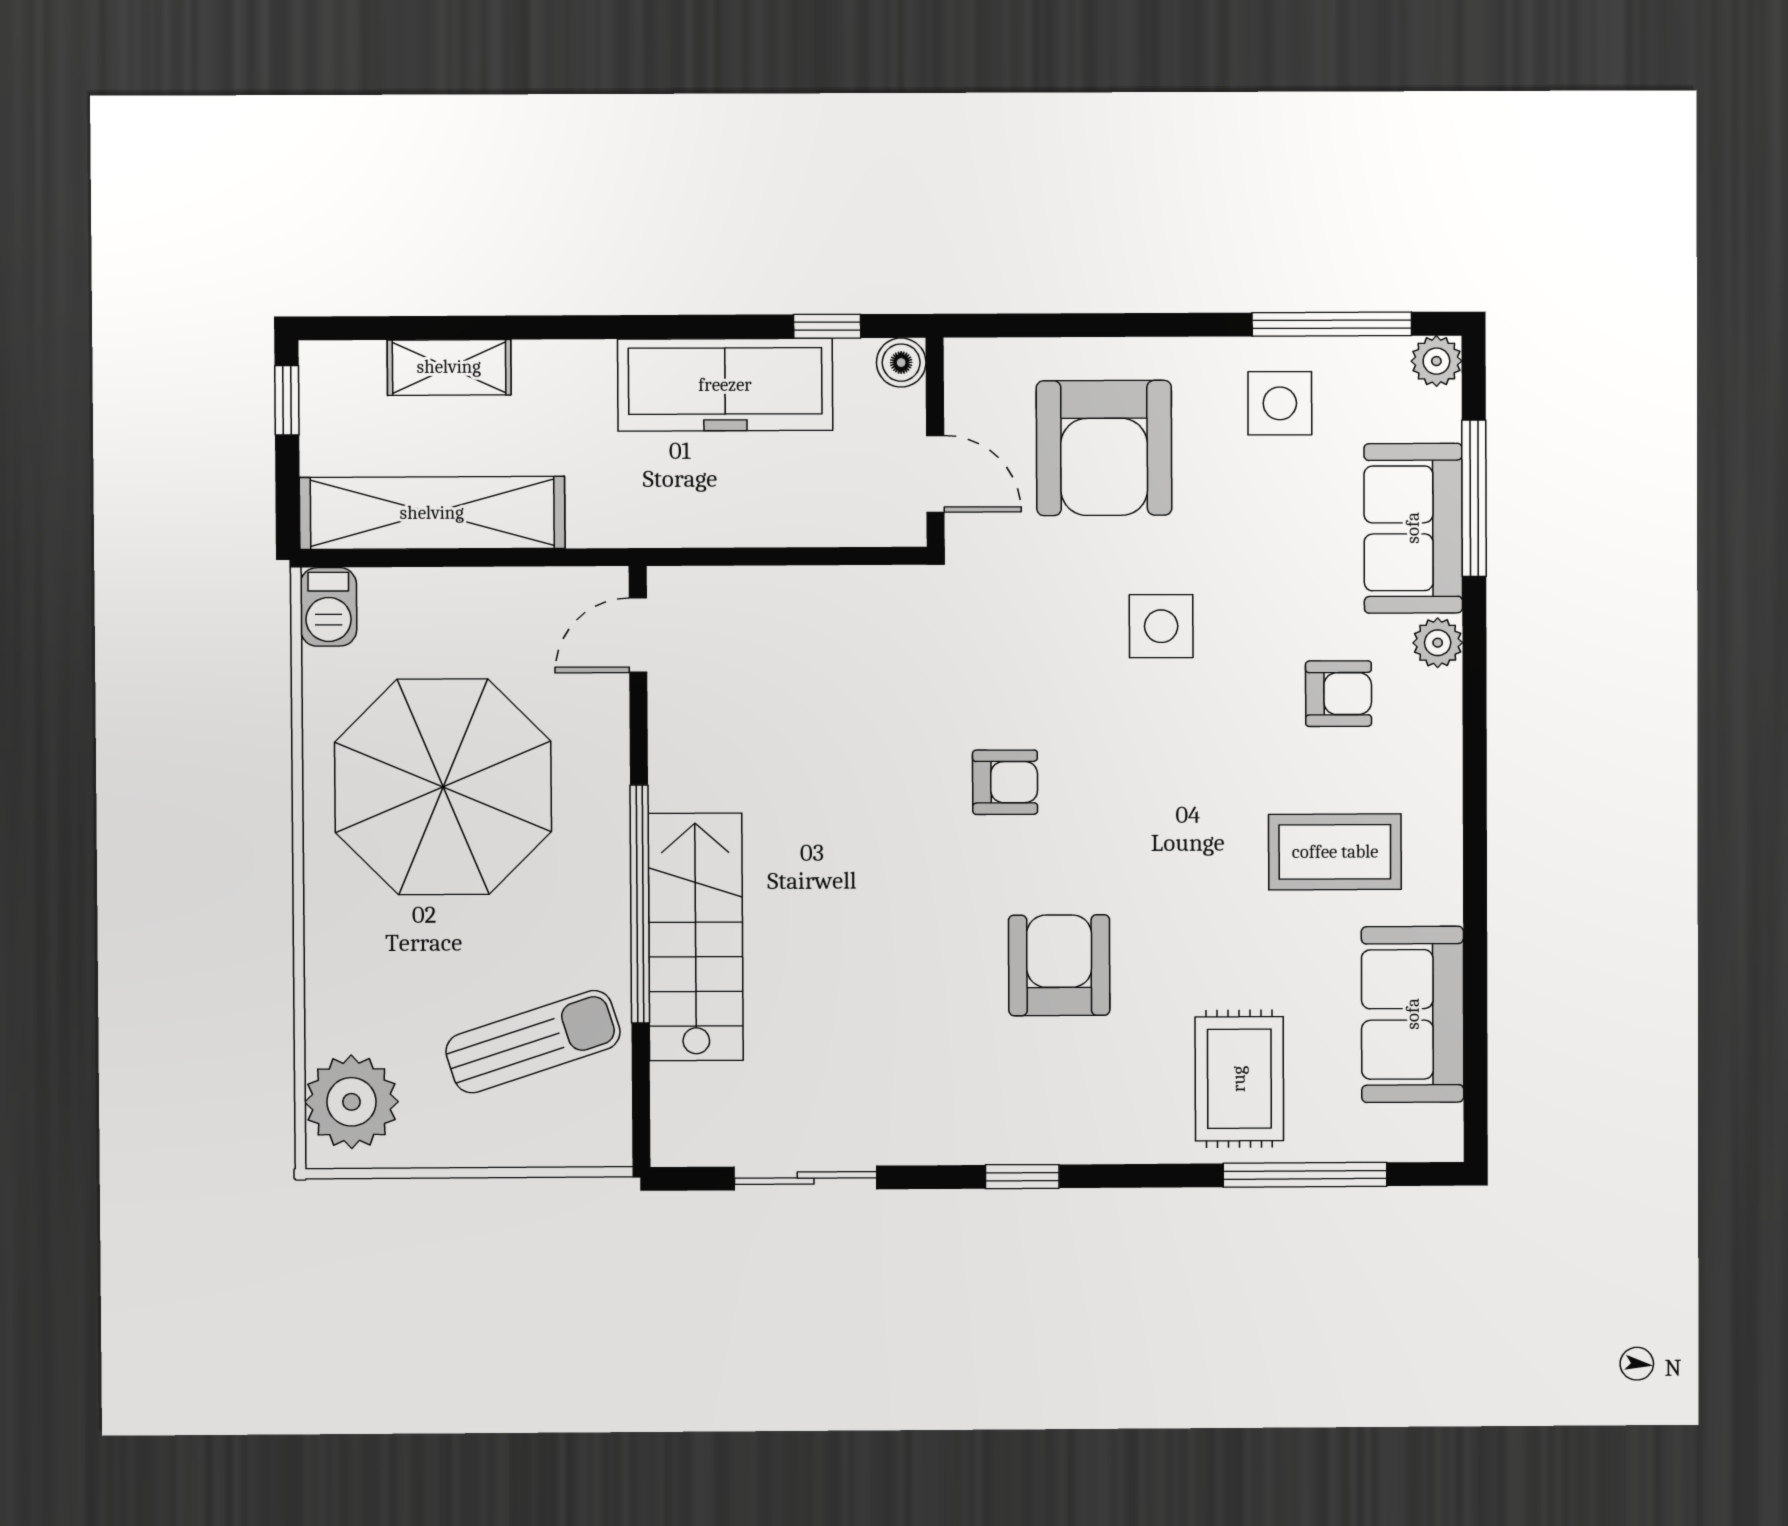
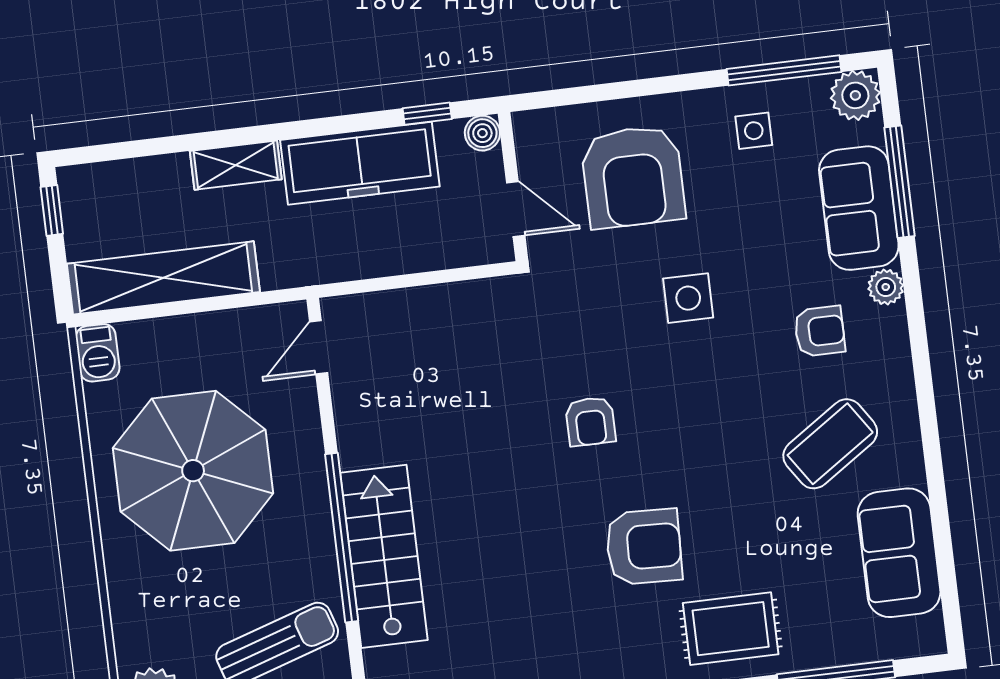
plant: (1436, 361) -> (855, 95), width x1.38, depth x1.38
shelving: (449, 367) -> (236, 165), moved
side table: (1280, 403) -> (754, 131), width x0.73, depth x0.73
armchair: (1005, 782) -> (590, 421), turned 90
coffee table: (1335, 852) -> (830, 444), turned -34
armchair: (1059, 965) -> (644, 547), turned 92
rug: (1239, 1079) -> (731, 629), moved, turned 90

